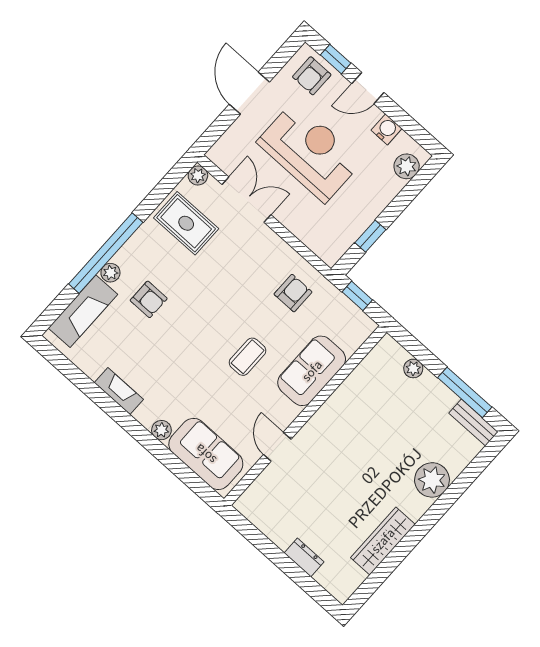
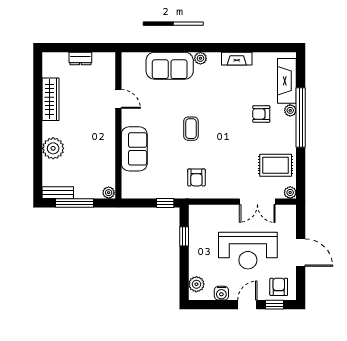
sofa: (312, 371) -> (134, 149), moved
wall: (305, 416) -> (118, 125), moved
door: (277, 447) -> (118, 99), moved

